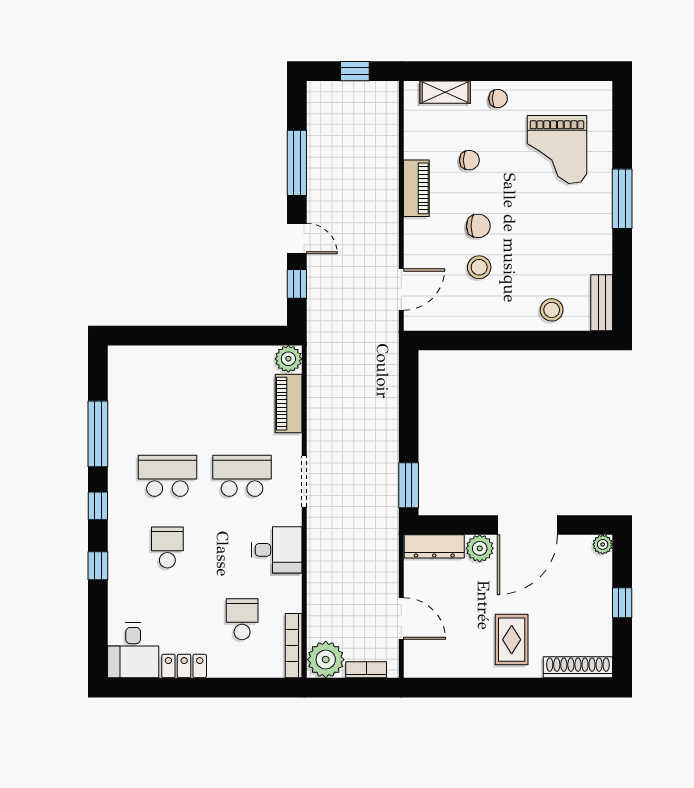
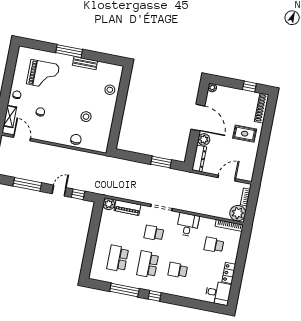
piano: (416, 188) -> (48, 136), removed
chair: (478, 226) -> (76, 139), moved
door: (401, 290) -> (22, 138), moved
bench: (602, 303) -> (85, 63), moved
school desk: (167, 404) -> (118, 258), added
school desk: (242, 476) -> (154, 233), width x0.54
window: (409, 485) -> (161, 162), moved
window: (98, 566) -> (180, 301), removed
window: (622, 603) -> (249, 86), moved

